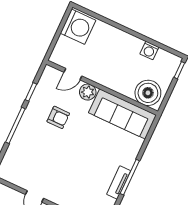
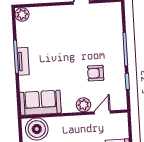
sofa: (122, 114) -> (40, 103), width x0.73
tv unit: (119, 182) -> (23, 61), moved

